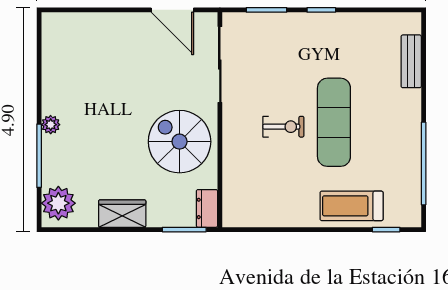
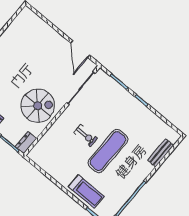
spiral stairs: (180, 142) -> (38, 106), turned 90
treadmill: (352, 206) -> (86, 192), turned 180

